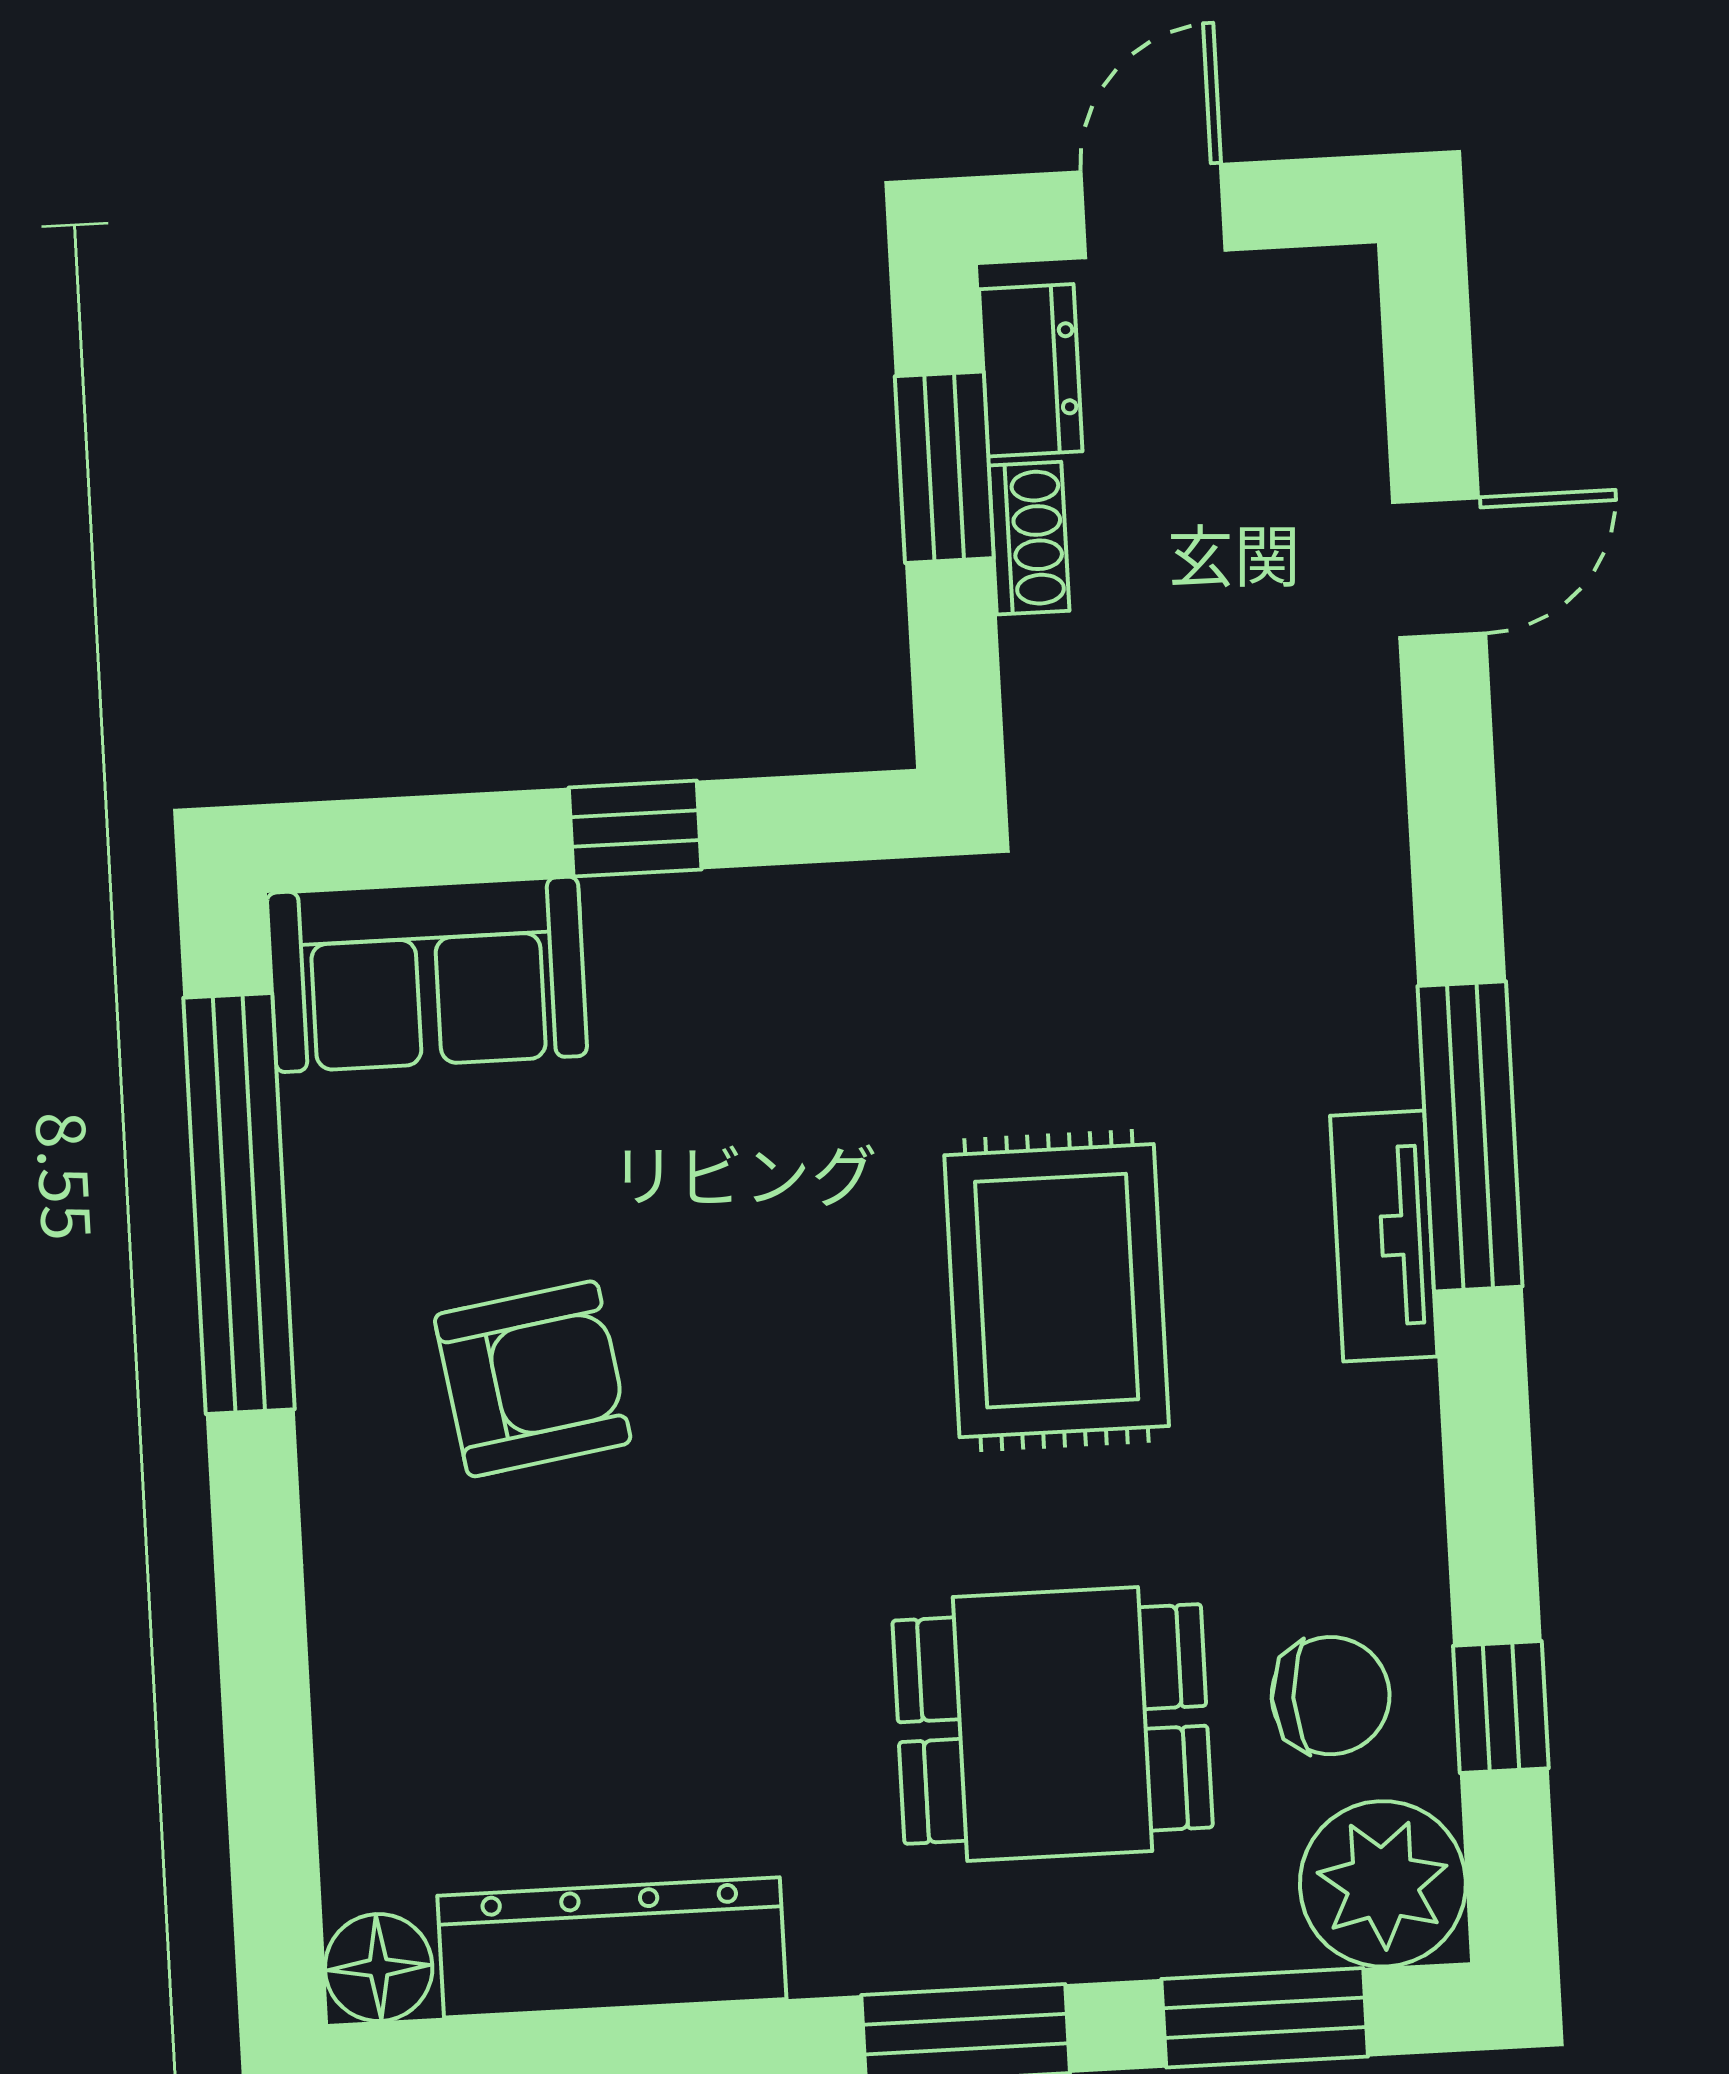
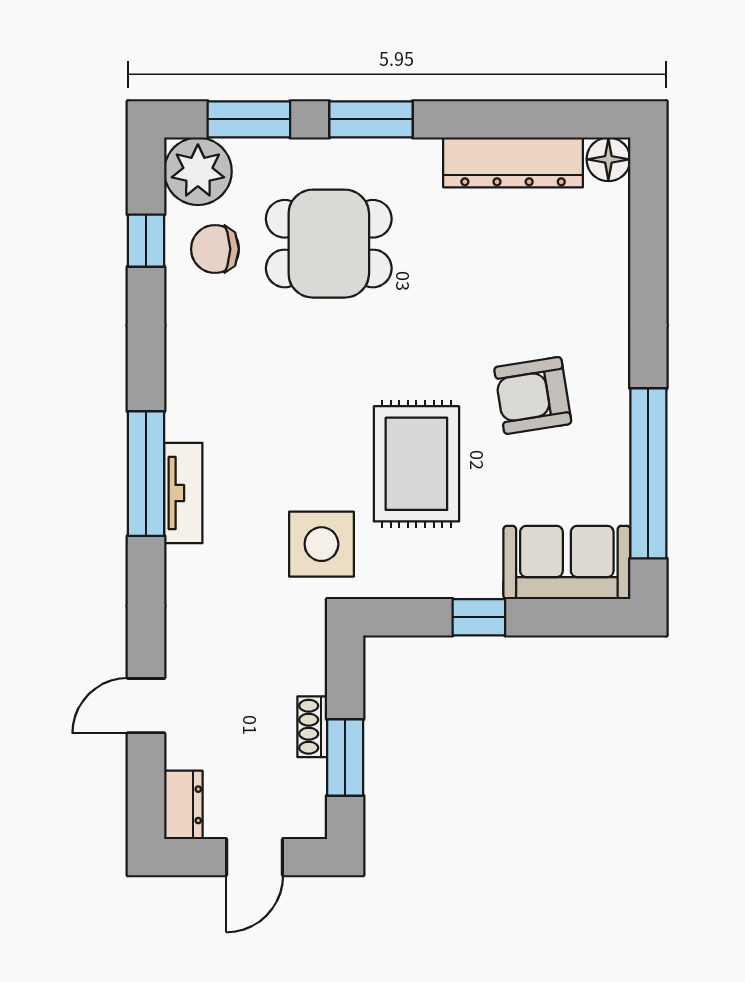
dresser: (1031, 370) -> (183, 805), moved, turned 180
side table: (1031, 987) -> (321, 544), added
tv unit: (1384, 1236) -> (183, 493), moved
rug: (1057, 1291) -> (416, 464), moved

